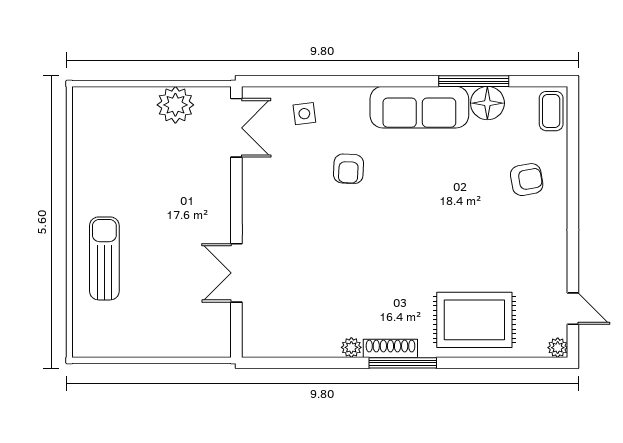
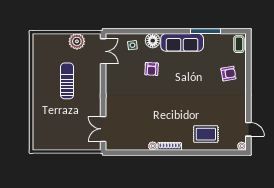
floor lamp: (487, 103) -> (153, 41), moved
sun lounger: (104, 258) -> (67, 81), moved
double door: (236, 273) -> (103, 129), moved
rug: (474, 320) -> (206, 134), width x0.73, depth x0.70
window: (403, 363) -> (175, 153), removed

